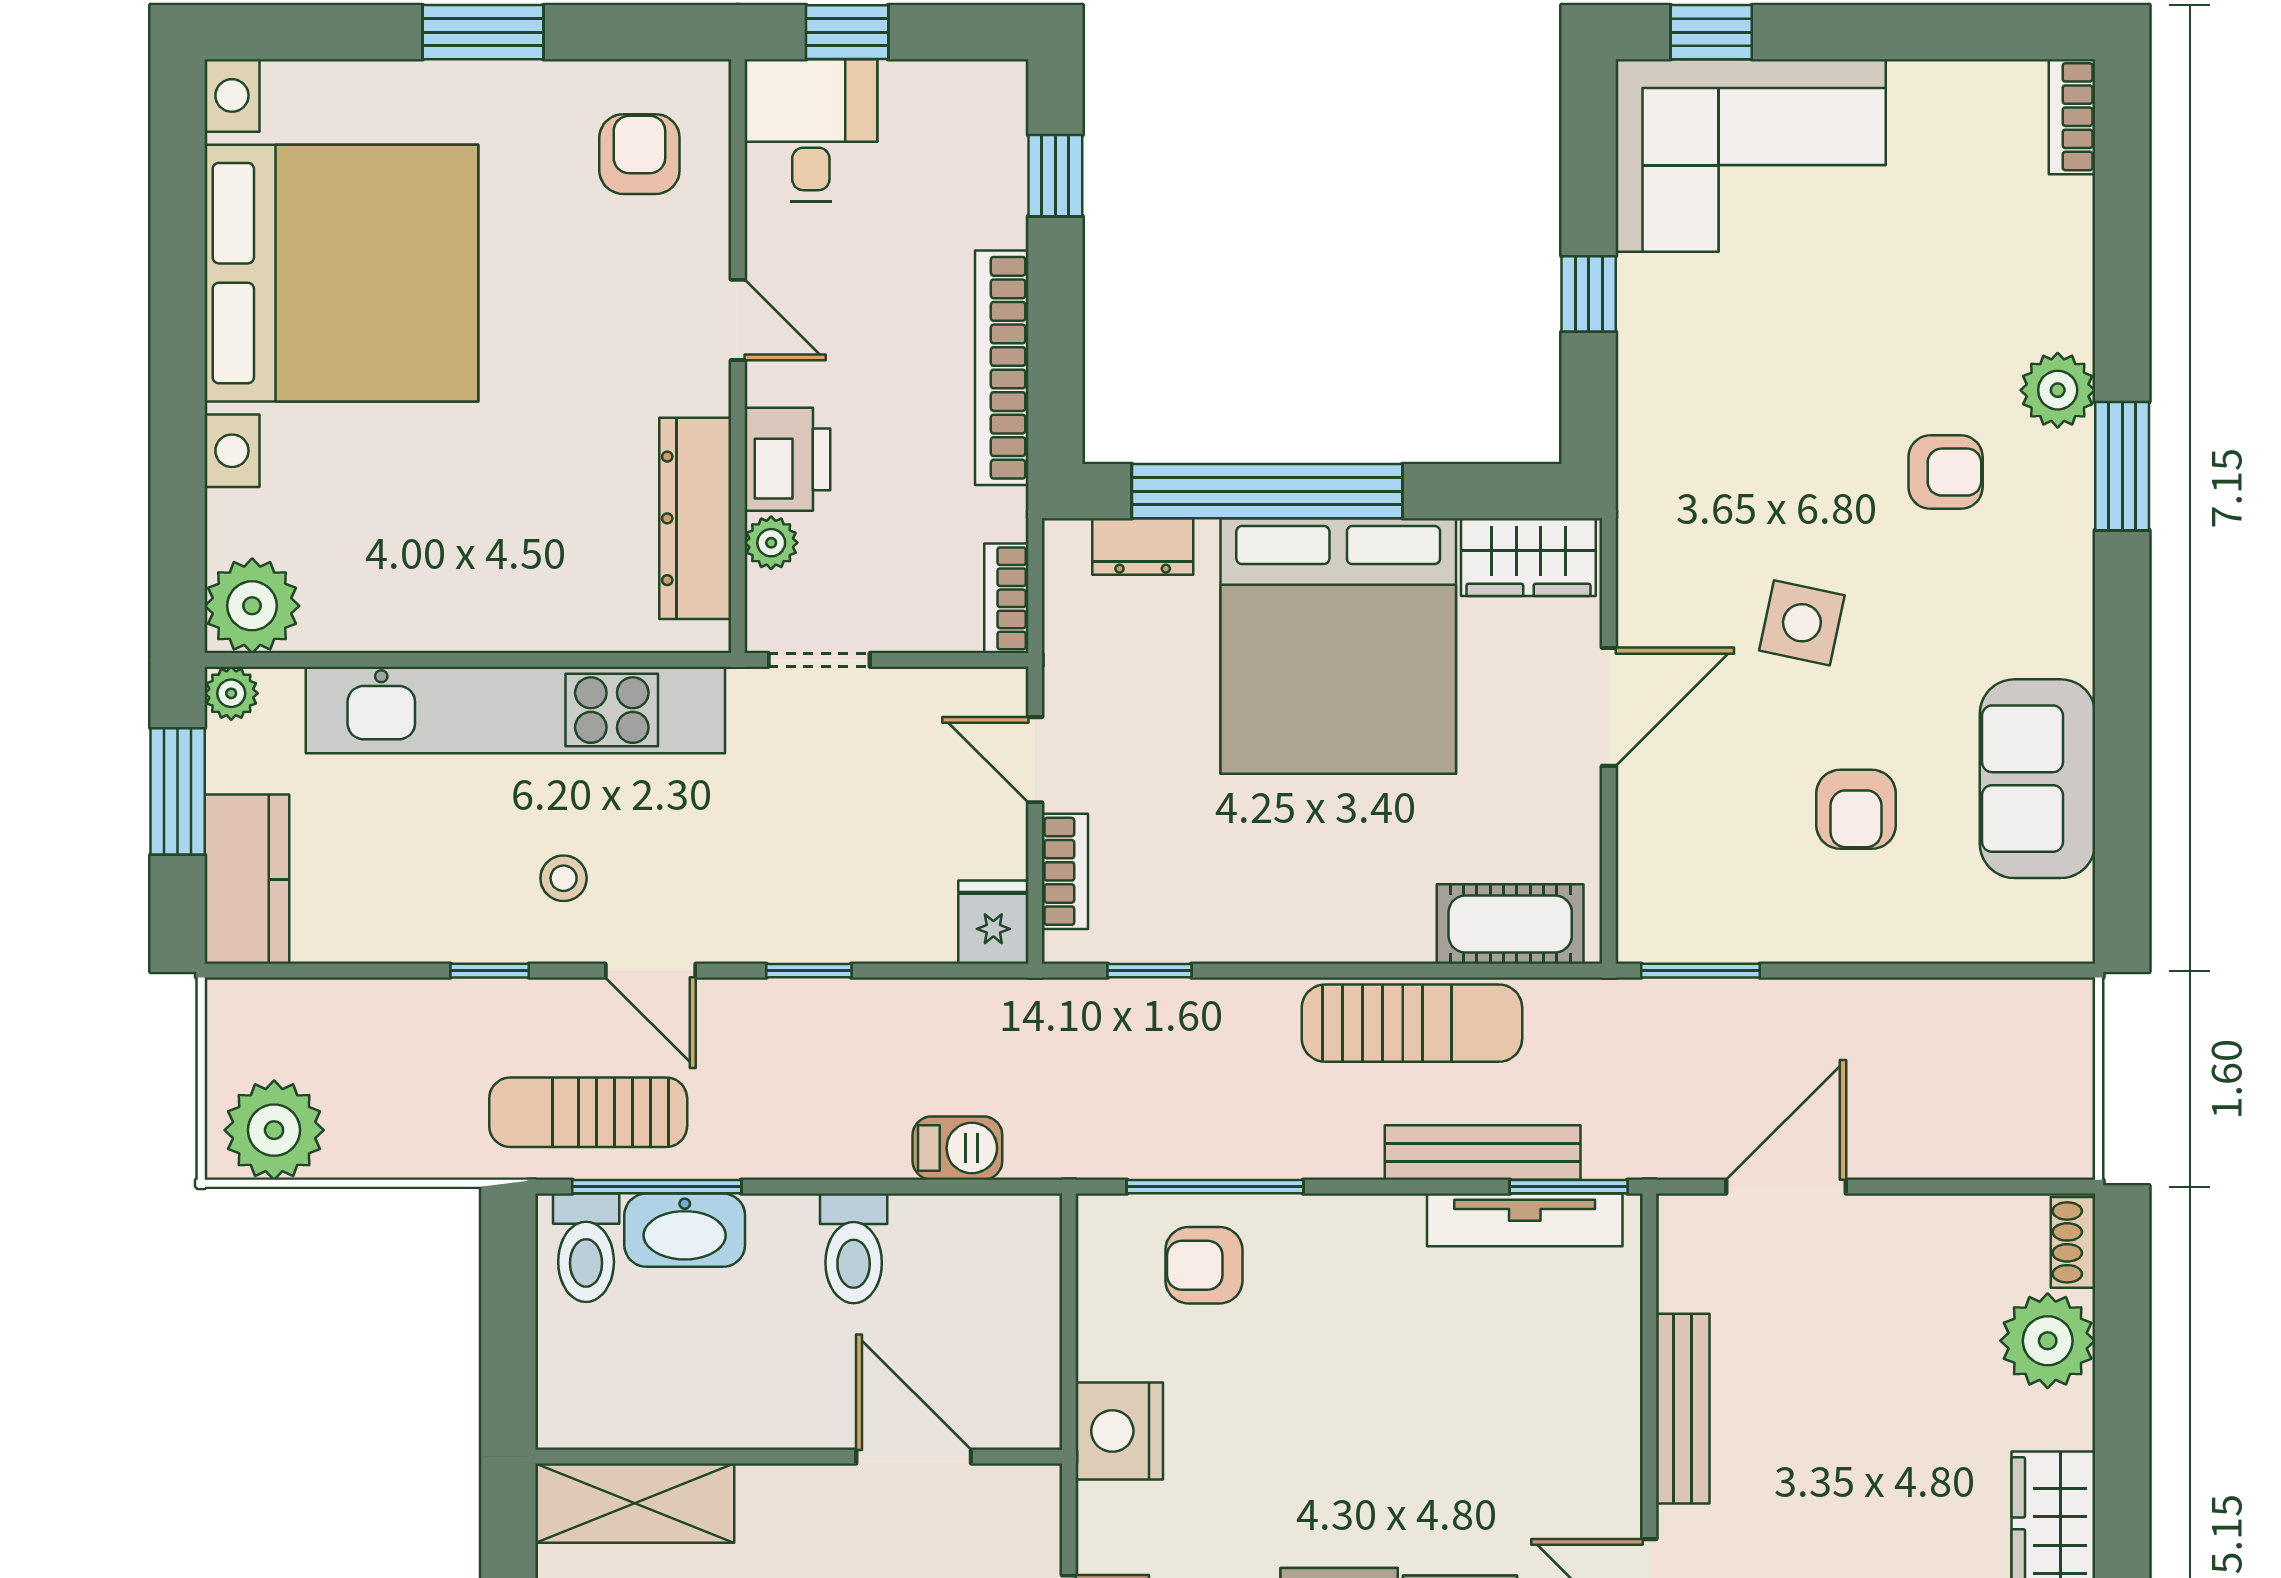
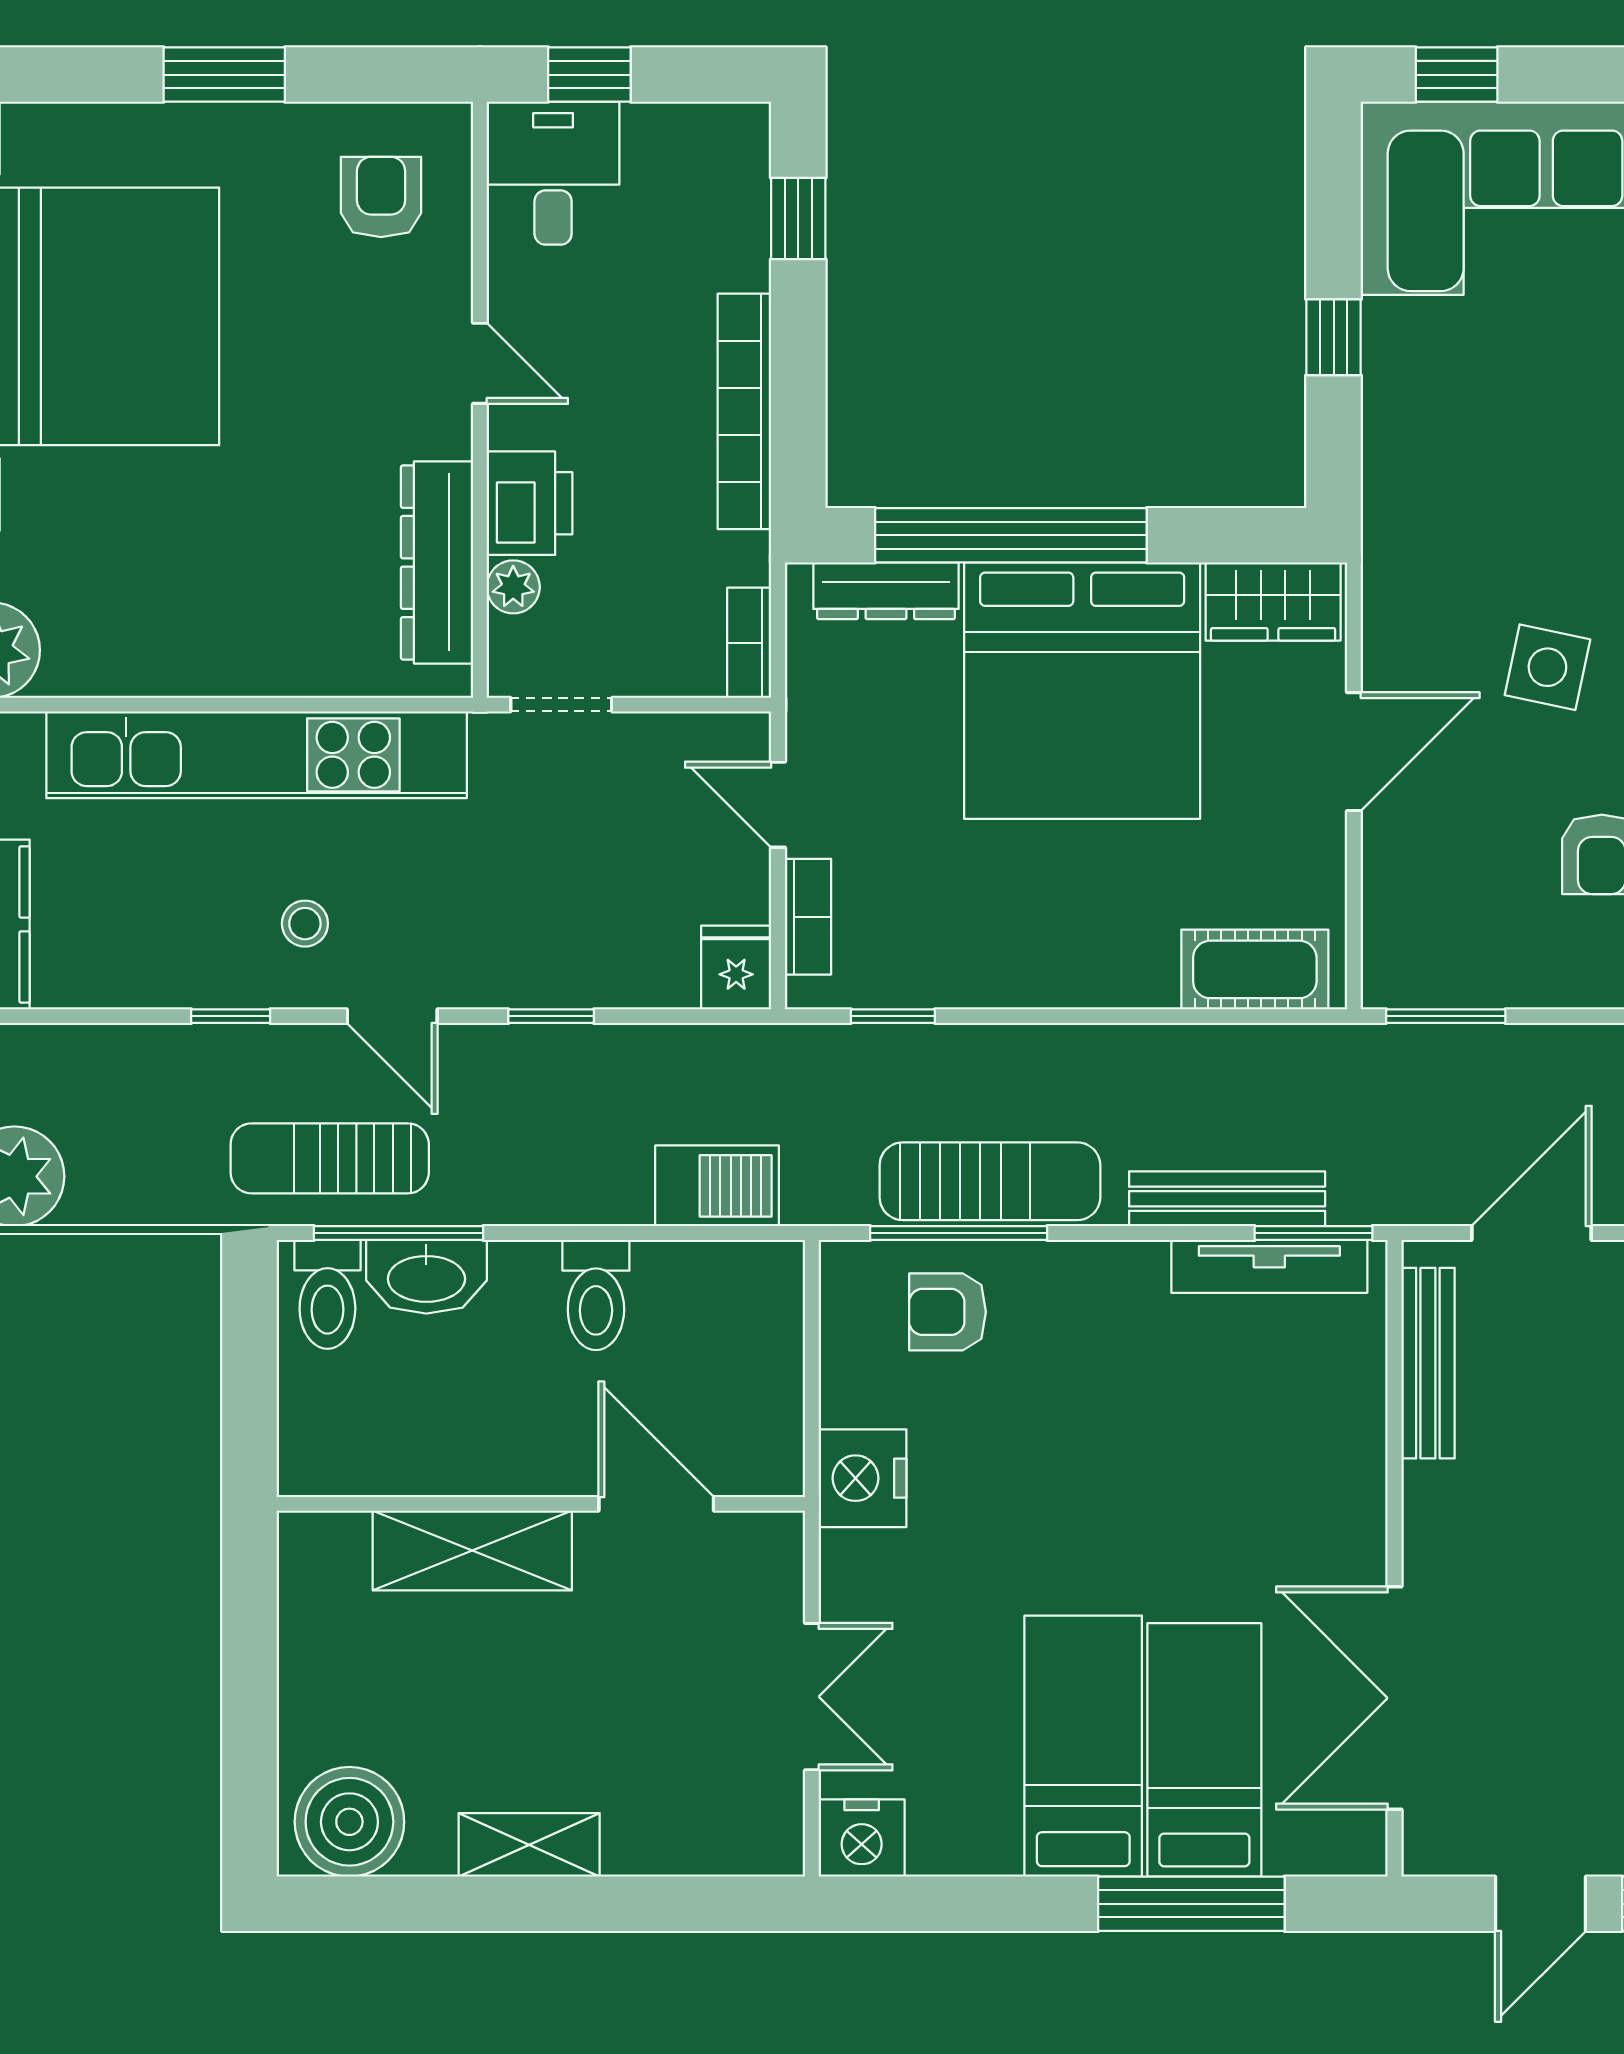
dresser: (1143, 547) -> (886, 591), width x1.44
sun lounger: (1412, 1023) -> (990, 1181), moved
barbecue: (957, 1148) -> (717, 1186), width x1.38, depth x1.27
bench: (1683, 1409) -> (1428, 1363), moved
shelving: (635, 1503) -> (472, 1551), moved

